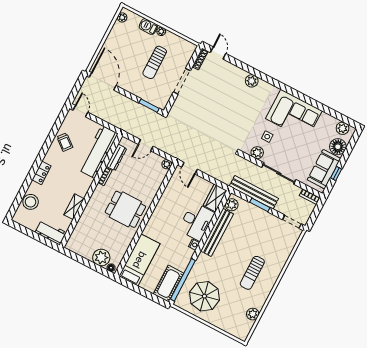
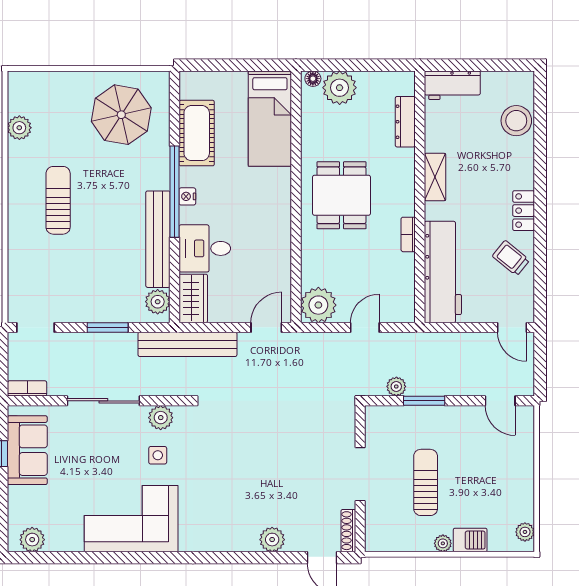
door: (103, 81) -> (500, 401), width x0.53
plant: (252, 81) -> (272, 540), moved
window: (149, 106) -> (424, 401), moved
plant: (145, 112) -> (396, 386), added
floor lamp: (338, 147) -> (23, 503), removed
dresser: (117, 157) -> (405, 122), moved
plant: (167, 164) -> (318, 305), width x1.88, depth x1.88
door: (189, 168) -> (266, 327), hinge flipped
locker: (42, 173) -> (524, 211), moved
bench: (254, 192) -> (187, 344), moved
shelving: (74, 207) -> (435, 177), moved
dining table: (125, 209) -> (341, 195), turned 90
desk: (196, 221) -> (205, 248), width x0.73
window: (183, 280) -> (175, 192), moved
cot: (168, 284) -> (197, 133), moved

